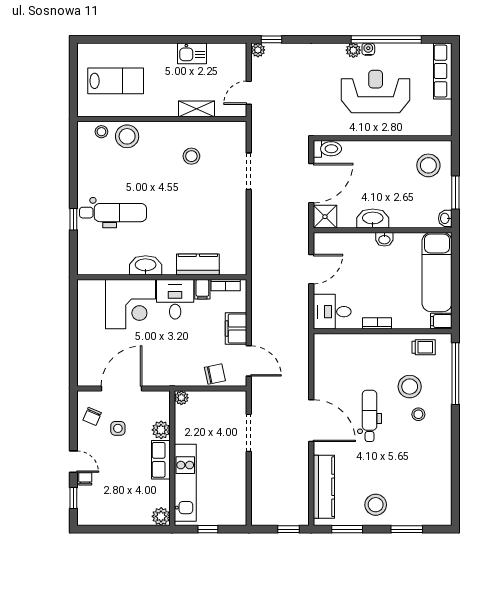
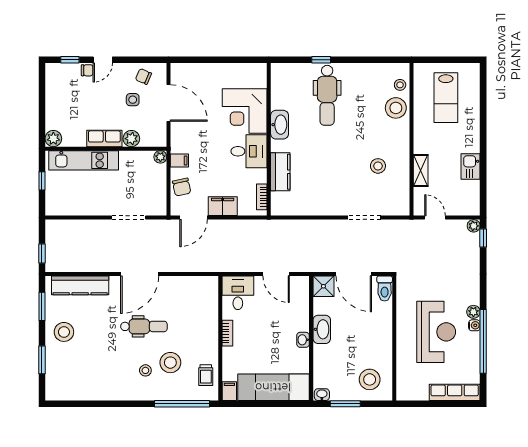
filing cabinet: (202, 289) -> (179, 160), moved, turned 180

